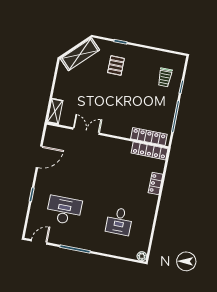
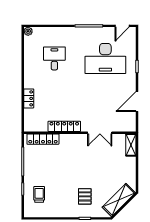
locker: (149, 151) -> (64, 126), moved
desk: (64, 210) -> (105, 58), width x1.36, depth x1.30

